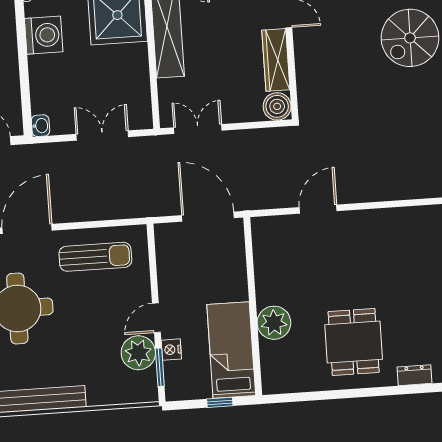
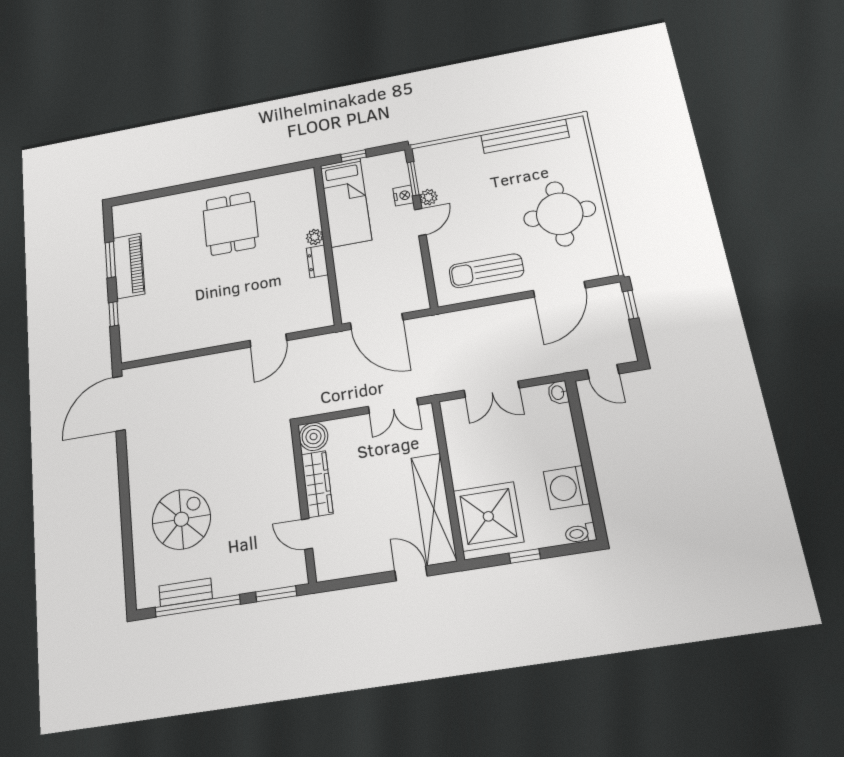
plant: (274, 323) -> (315, 237), width x0.53, depth x0.53
plant: (138, 353) -> (429, 197), width x0.53, depth x0.53
dresser: (415, 375) -> (317, 261), moved, turned 90

